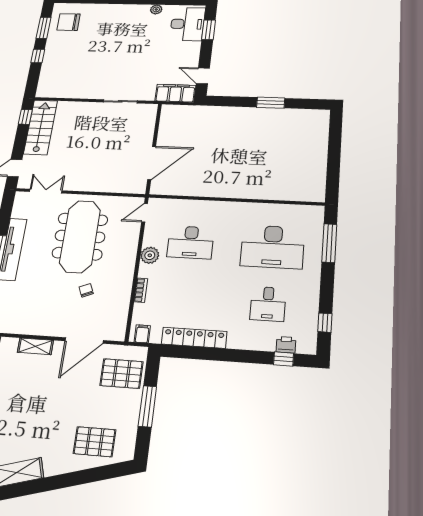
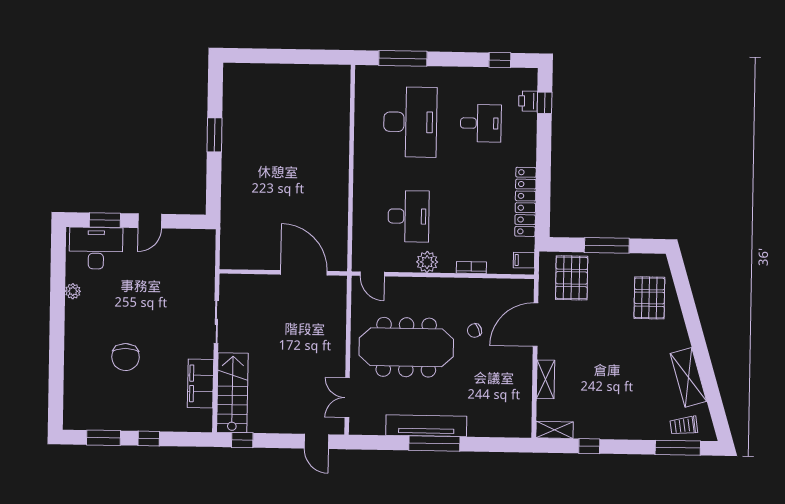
chair: (69, 22) -> (126, 357), moved
door: (203, 76) -> (150, 221), moved
filing cabinet: (175, 93) -> (200, 383), moved
stairs: (41, 127) -> (232, 393), moved, turned 90
door: (84, 341) -> (536, 325), swing flipped

